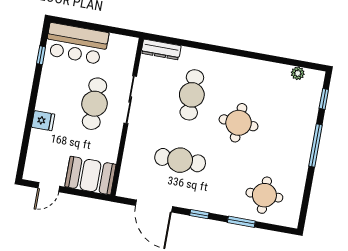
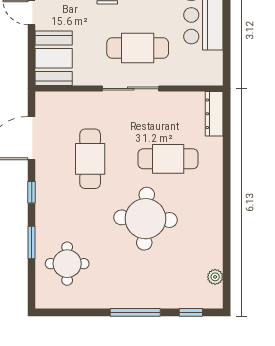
sliding door: (130, 100) -> (131, 89), moved
round table: (239, 123) -> (145, 219), width x1.36, depth x1.36

